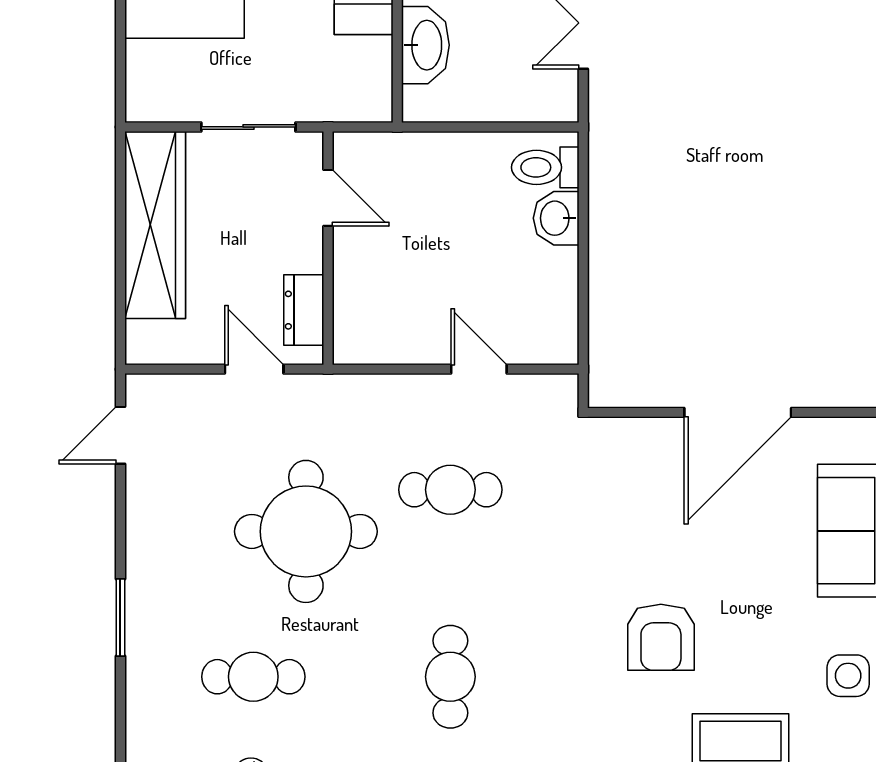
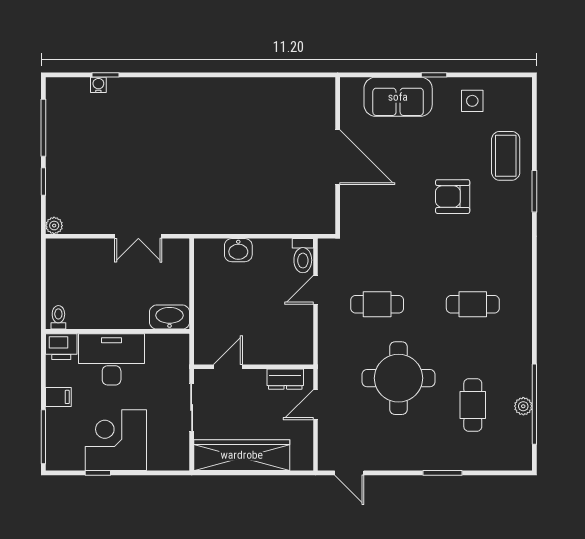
washbasin: (425, 45) -> (170, 317), moved
toilet: (545, 167) -> (303, 256), moved
cafe table: (450, 490) -> (377, 304), turned 90
armchair: (661, 637) -> (453, 197), turned 180

